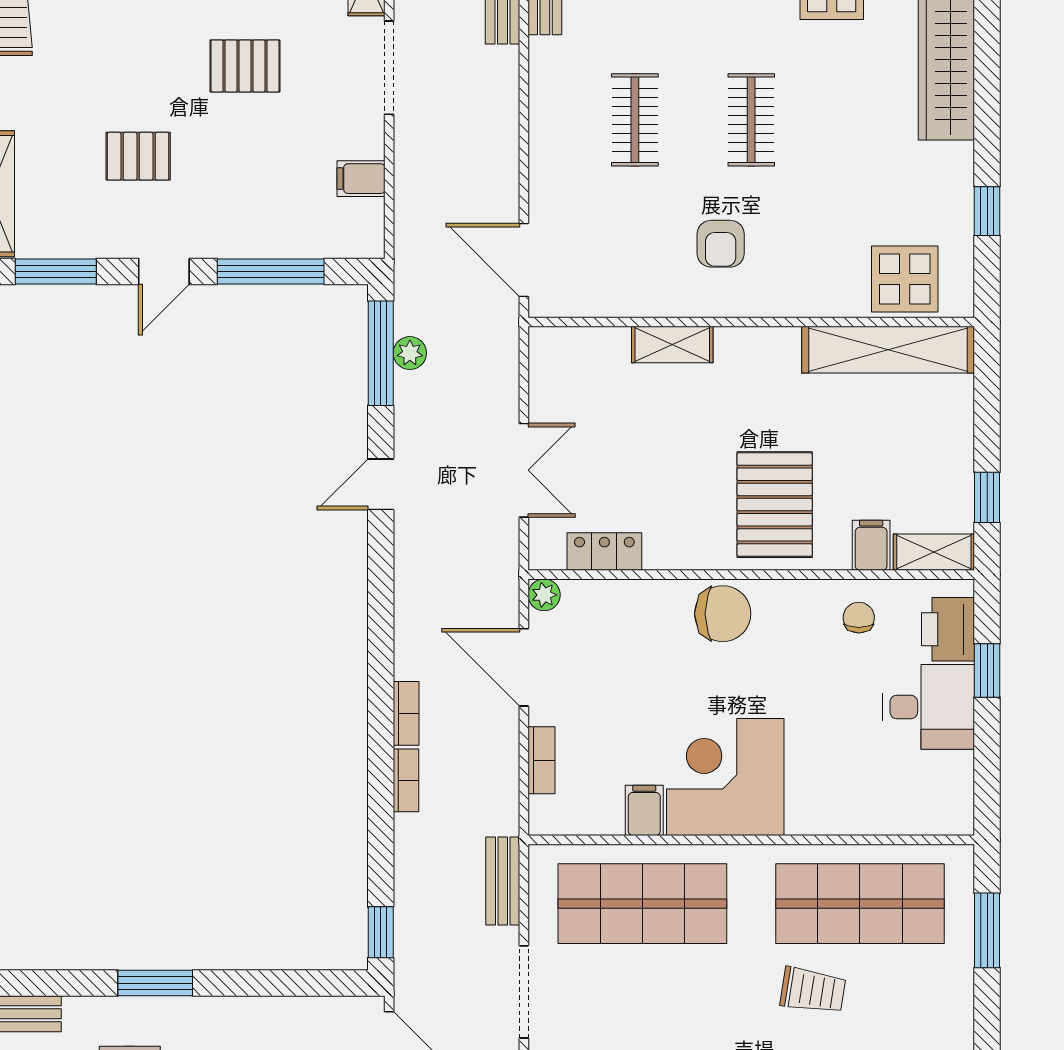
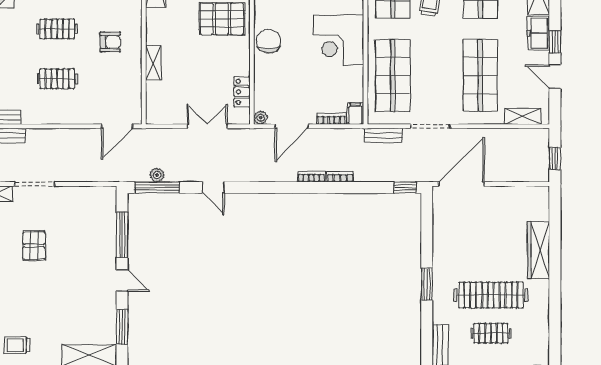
pallet: (138, 156) -> (73, 292), removed
filing cabinet: (361, 179) -> (82, 196), removed
filing cabinet: (644, 810) -> (355, 114), moved, turned 90

